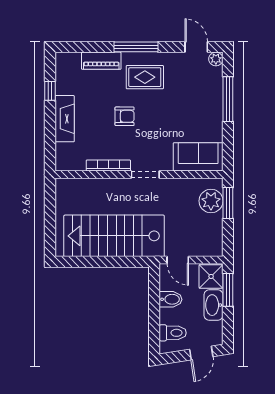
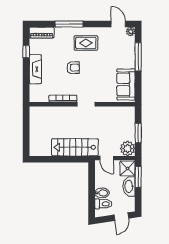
window: (136, 47) -> (69, 24), moved
piano: (101, 61) -> (42, 33), moved
sofa: (198, 157) -> (126, 84), moved, turned -90
plant: (211, 201) -> (128, 149), moved
window: (228, 203) -> (138, 133), moved
stairs: (114, 236) -> (75, 147), width x0.73, depth x0.66
bidet: (170, 299) -> (102, 193), moved

